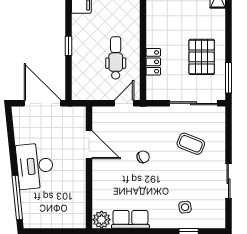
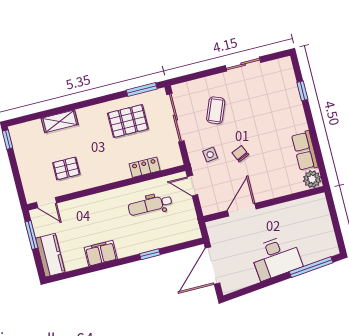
side table: (185, 207) -> (210, 155), moved

